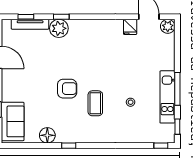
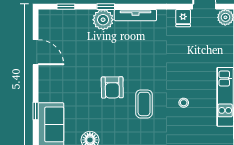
tv unit: (30, 24) -> (135, 15), moved
armchair: (67, 89) -> (112, 87), turned 89

